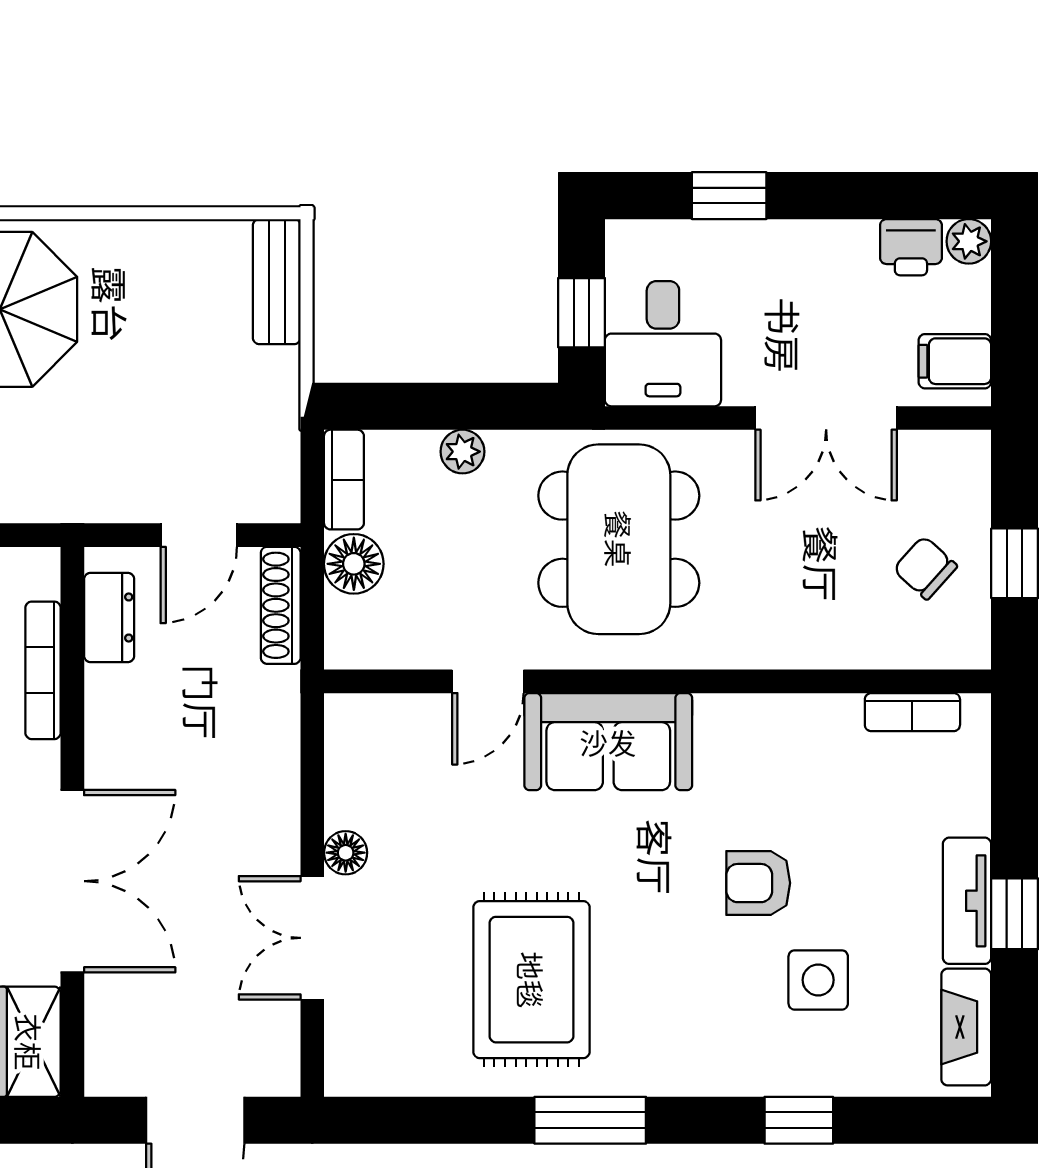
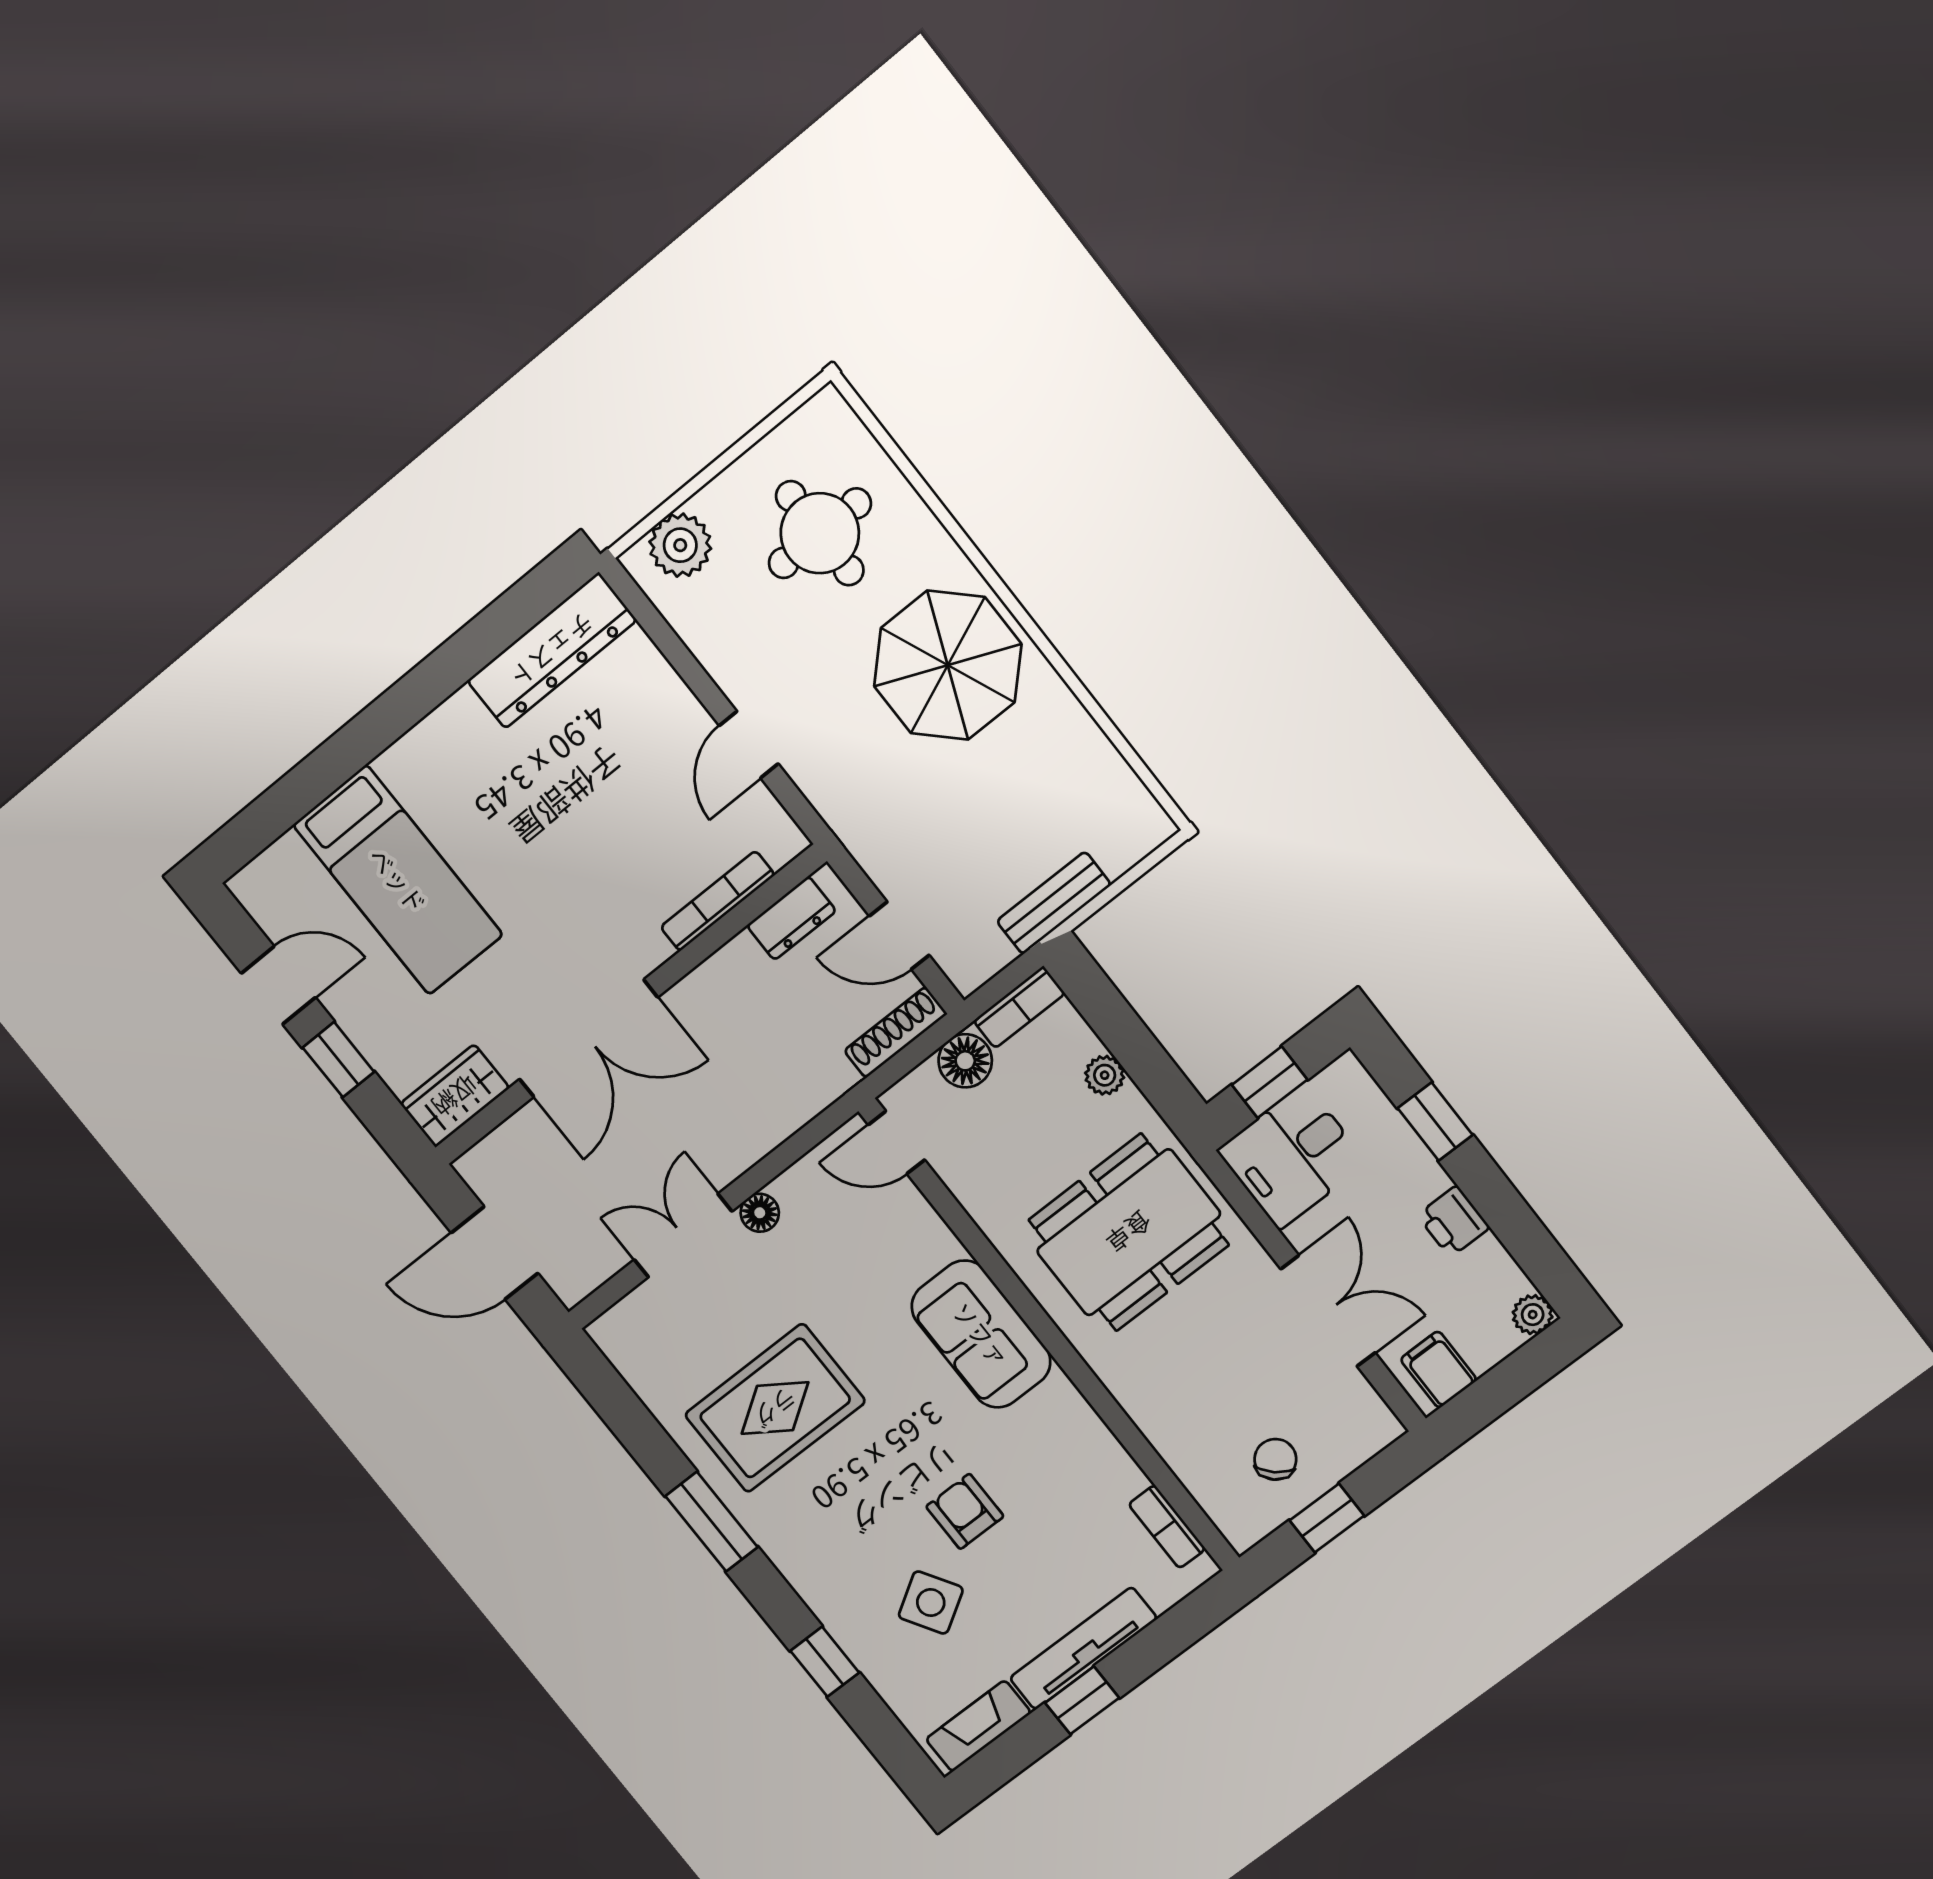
printer: (911, 247) -> (1453, 1221), moved
bench: (277, 282) -> (1054, 903), moved
double door: (826, 418) -> (1328, 1311), swing flipped
door: (488, 681) -> (896, 1142), moved
tv unit: (967, 901) -> (1083, 1648), width x1.41
side table: (818, 980) -> (931, 1602), turned -32

